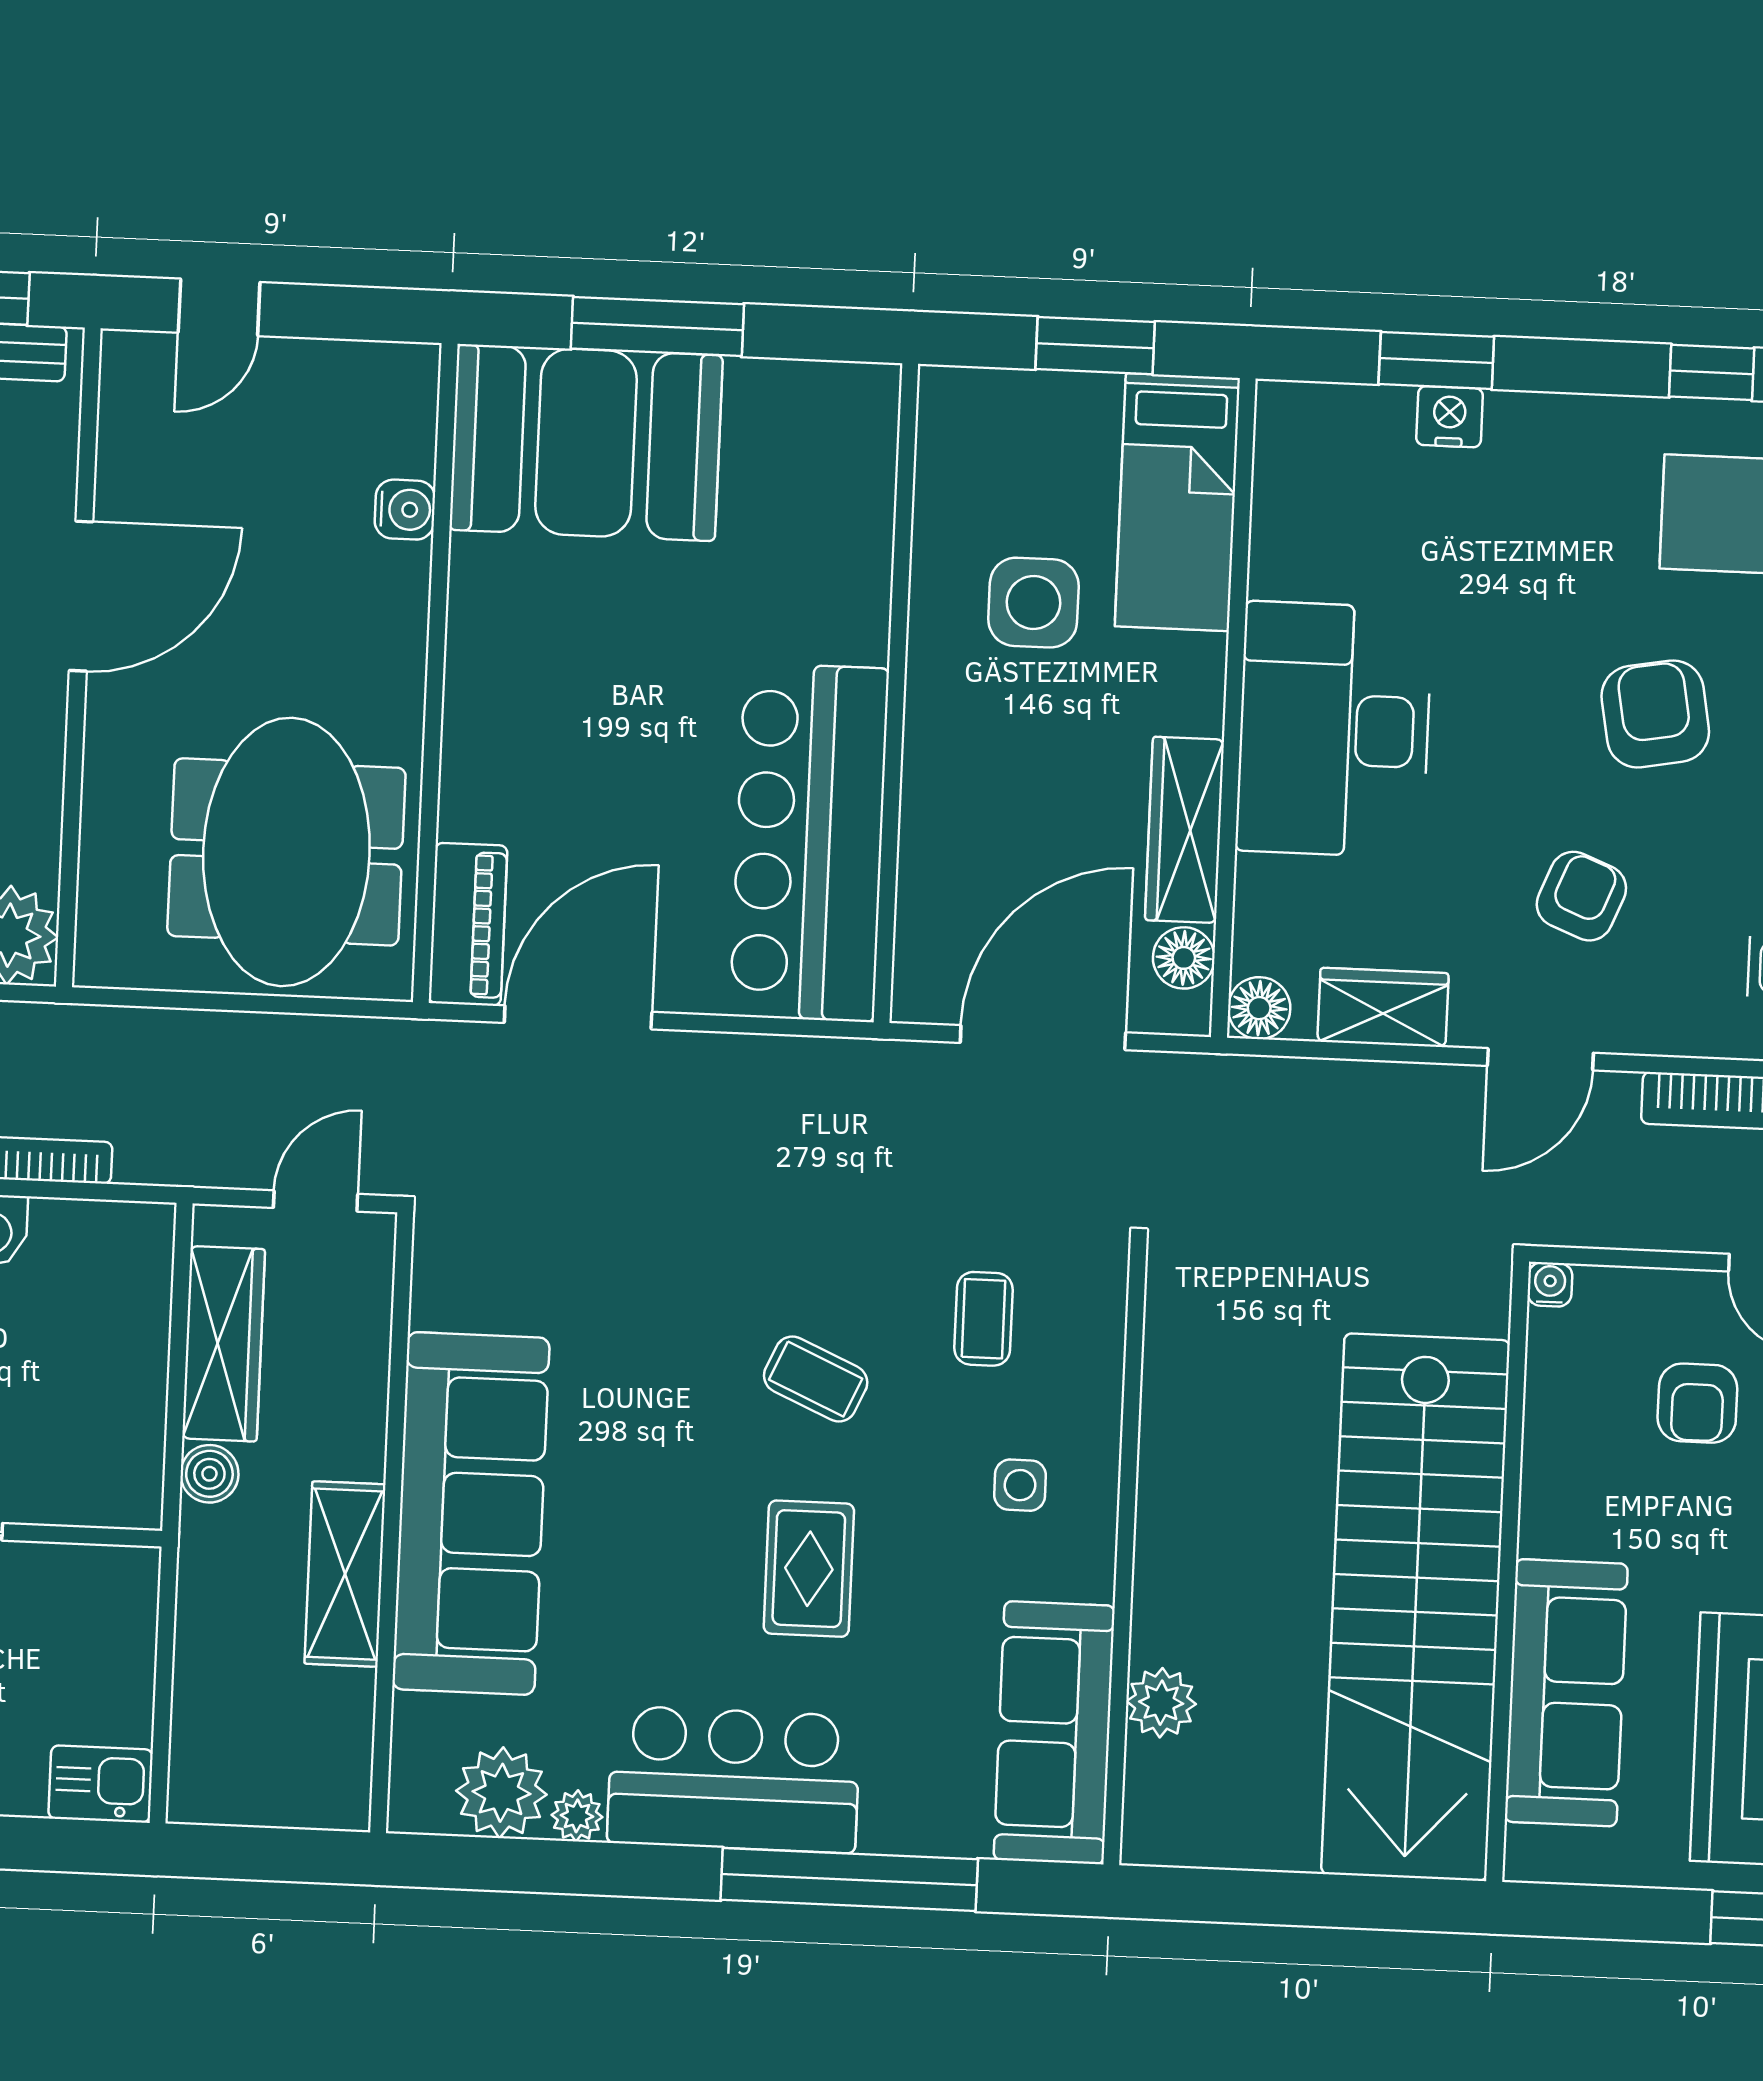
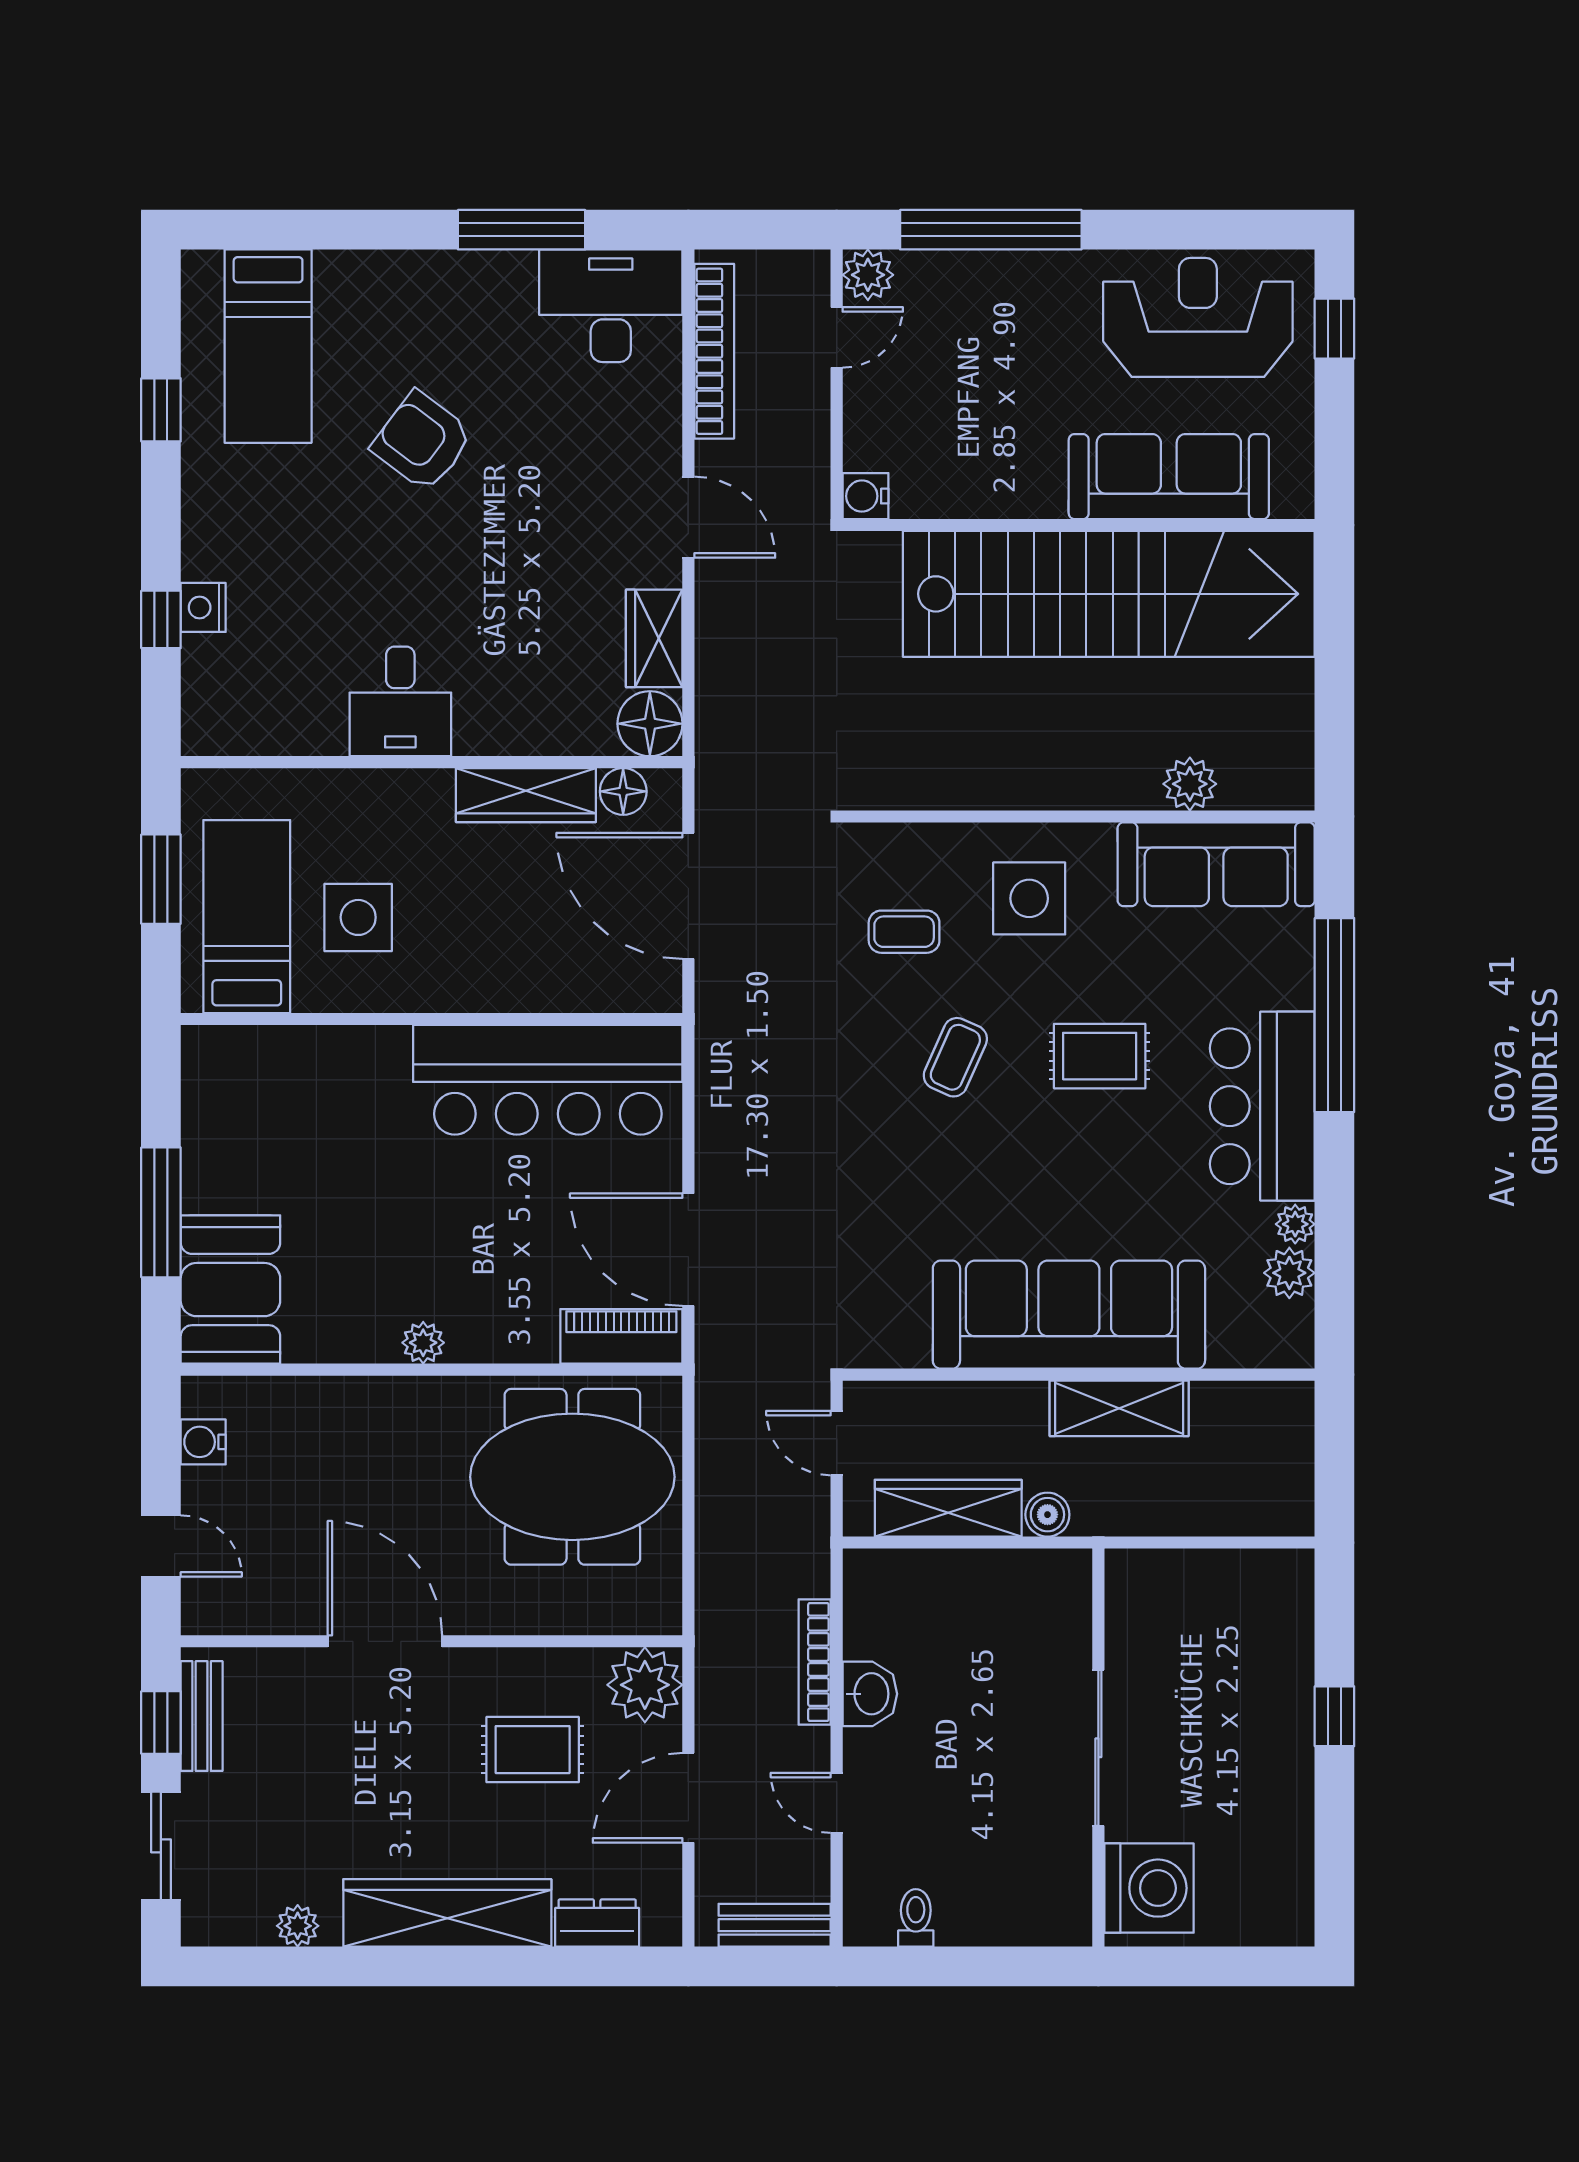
window: (1436, 360) -> (161, 619), width x0.67
booth: (586, 443) -> (230, 1290), width x0.73, depth x0.70
bed: (1177, 502) -> (247, 917), moved, turned -90
water cooler: (405, 510) -> (203, 1442), moved, turned -90
plant: (471, 663) -> (423, 1343), added
armchair: (1655, 714) -> (422, 441), turned 47
desk: (1334, 729) -> (400, 701), width x0.53, depth x0.77
armchair: (1581, 896) -> (563, 491), removed
floor lamp: (1259, 1008) -> (650, 724), width x1.38, depth x1.38
water cooler: (1550, 1284) -> (865, 496), width x1.38, depth x1.38
armchair: (1697, 1403) -> (944, 386), removed
side table: (1020, 1485) -> (1029, 898), width x1.87, depth x1.87
kitchen sink: (101, 1784) -> (1287, 1587), removed
plant: (501, 1793) -> (1289, 1273), width x0.73, depth x0.73

